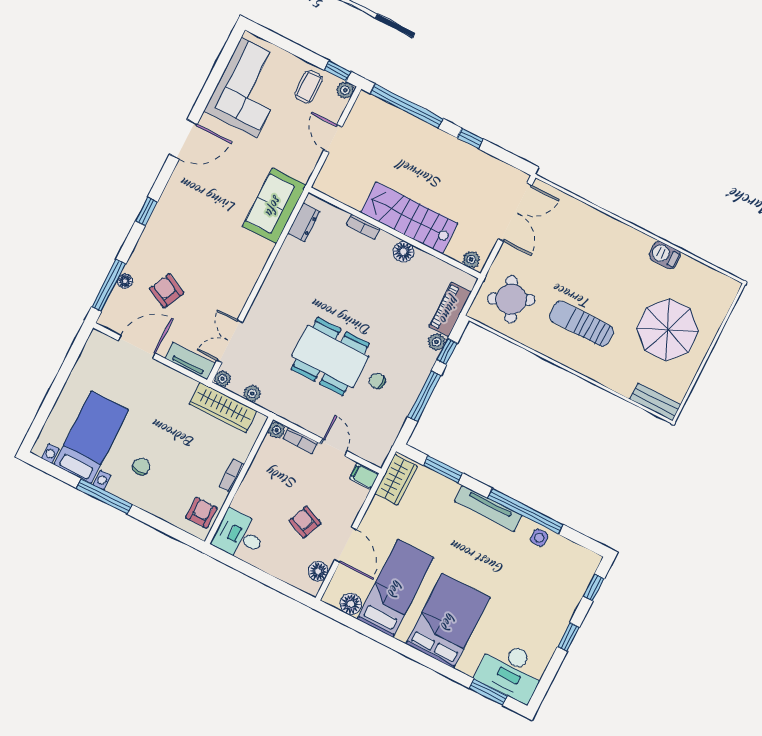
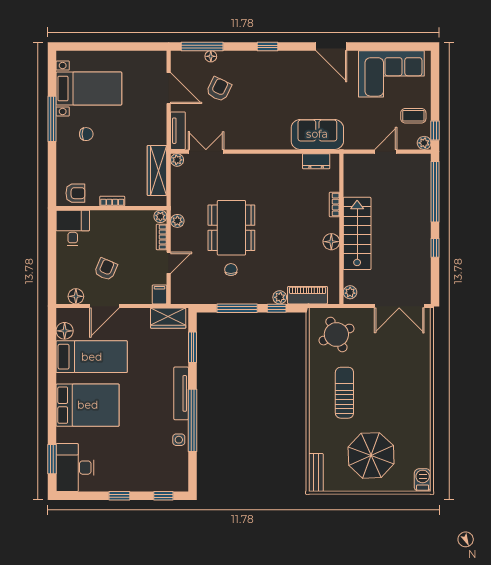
barbecue: (665, 255) -> (423, 480), moved
plant: (252, 393) -> (177, 221), moved

